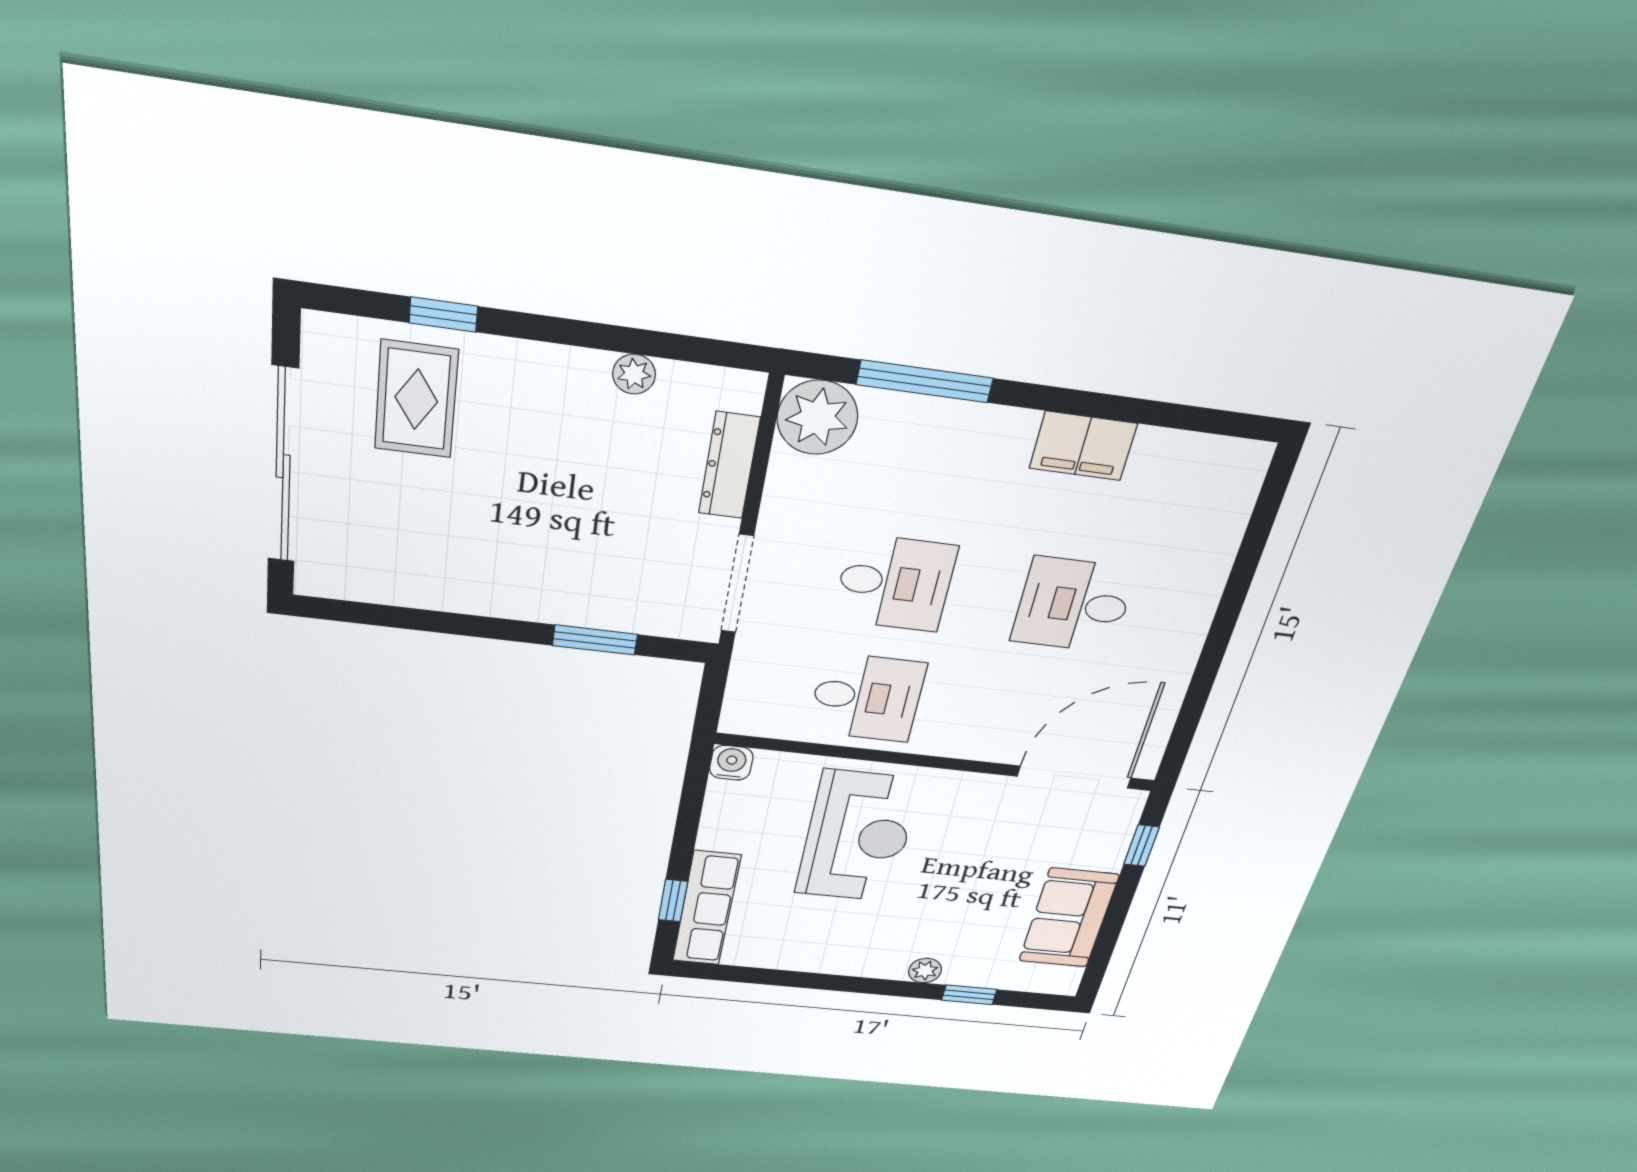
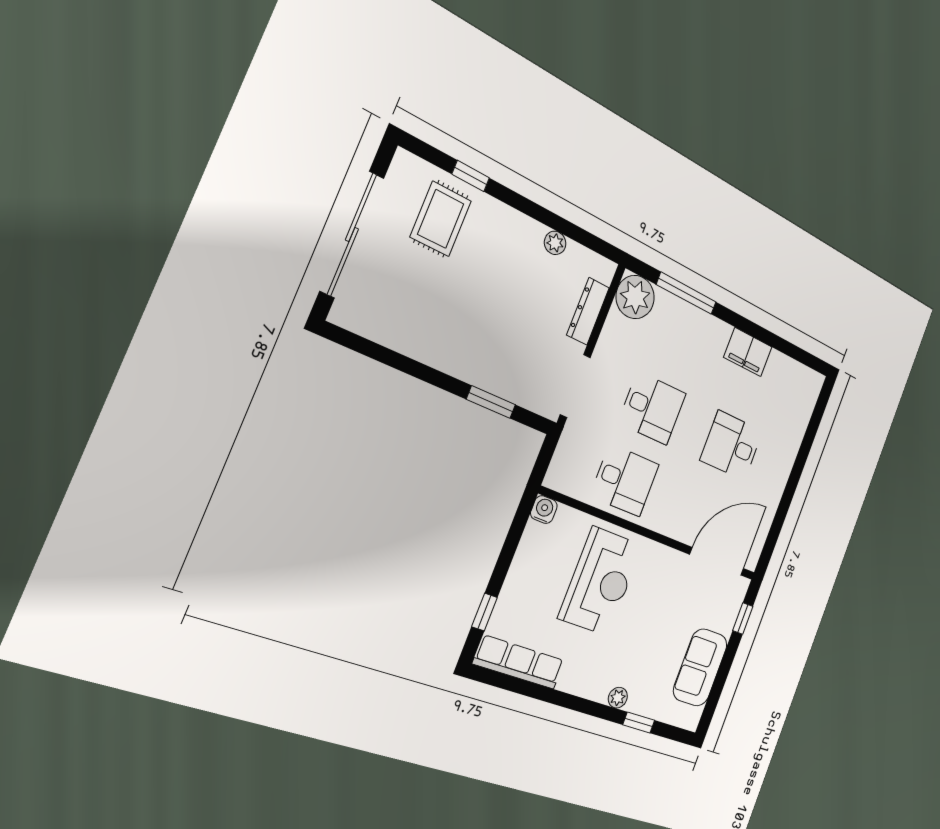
row of seats: (706, 908) -> (519, 662), moved, turned -90

